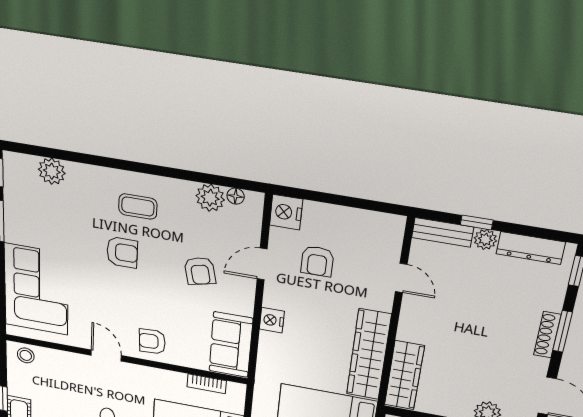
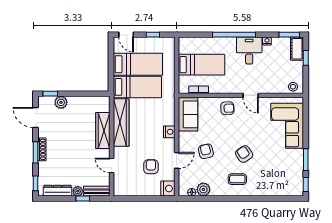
plant: (52, 171) -> (279, 190), removed
armchair: (122, 252) -> (244, 154), turned 56
wardrobe: (404, 375) -> (103, 131), moved

